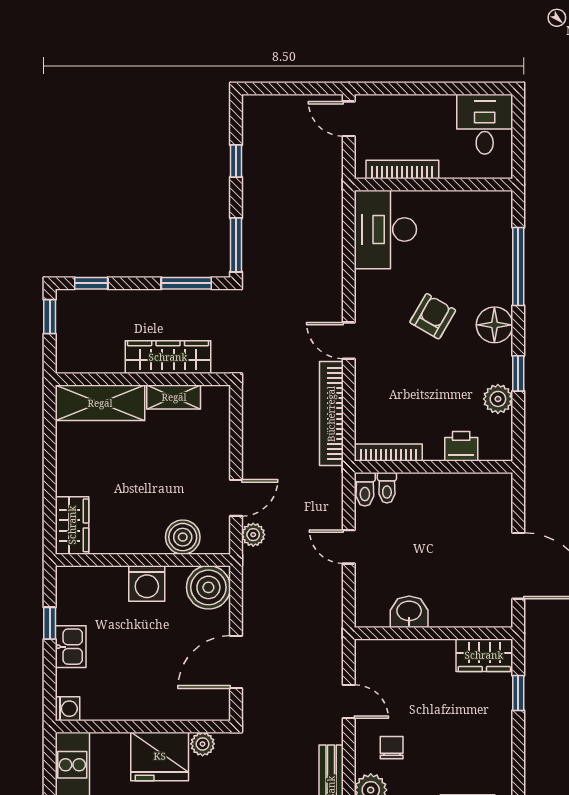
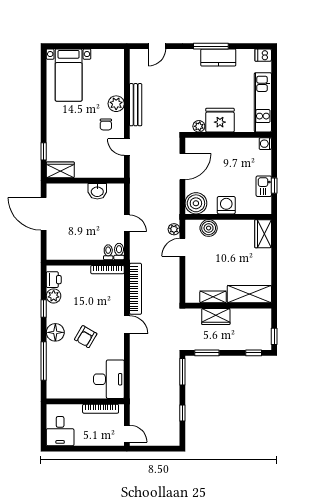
wardrobe: (168, 357) -> (216, 317), width x0.67
printer: (461, 446) -> (54, 280), moved, turned -90
kitchen sink: (71, 647) -> (264, 186), moved

